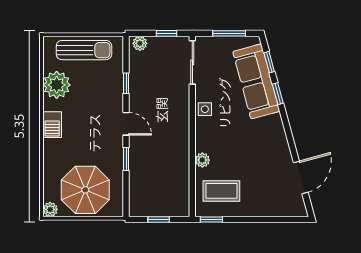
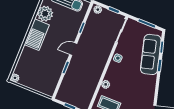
door: (126, 124) -> (73, 49), swing flipped
barbecue: (52, 125) -> (37, 35), width x1.88, depth x1.53
parasol: (85, 190) -> (38, 75), removed

